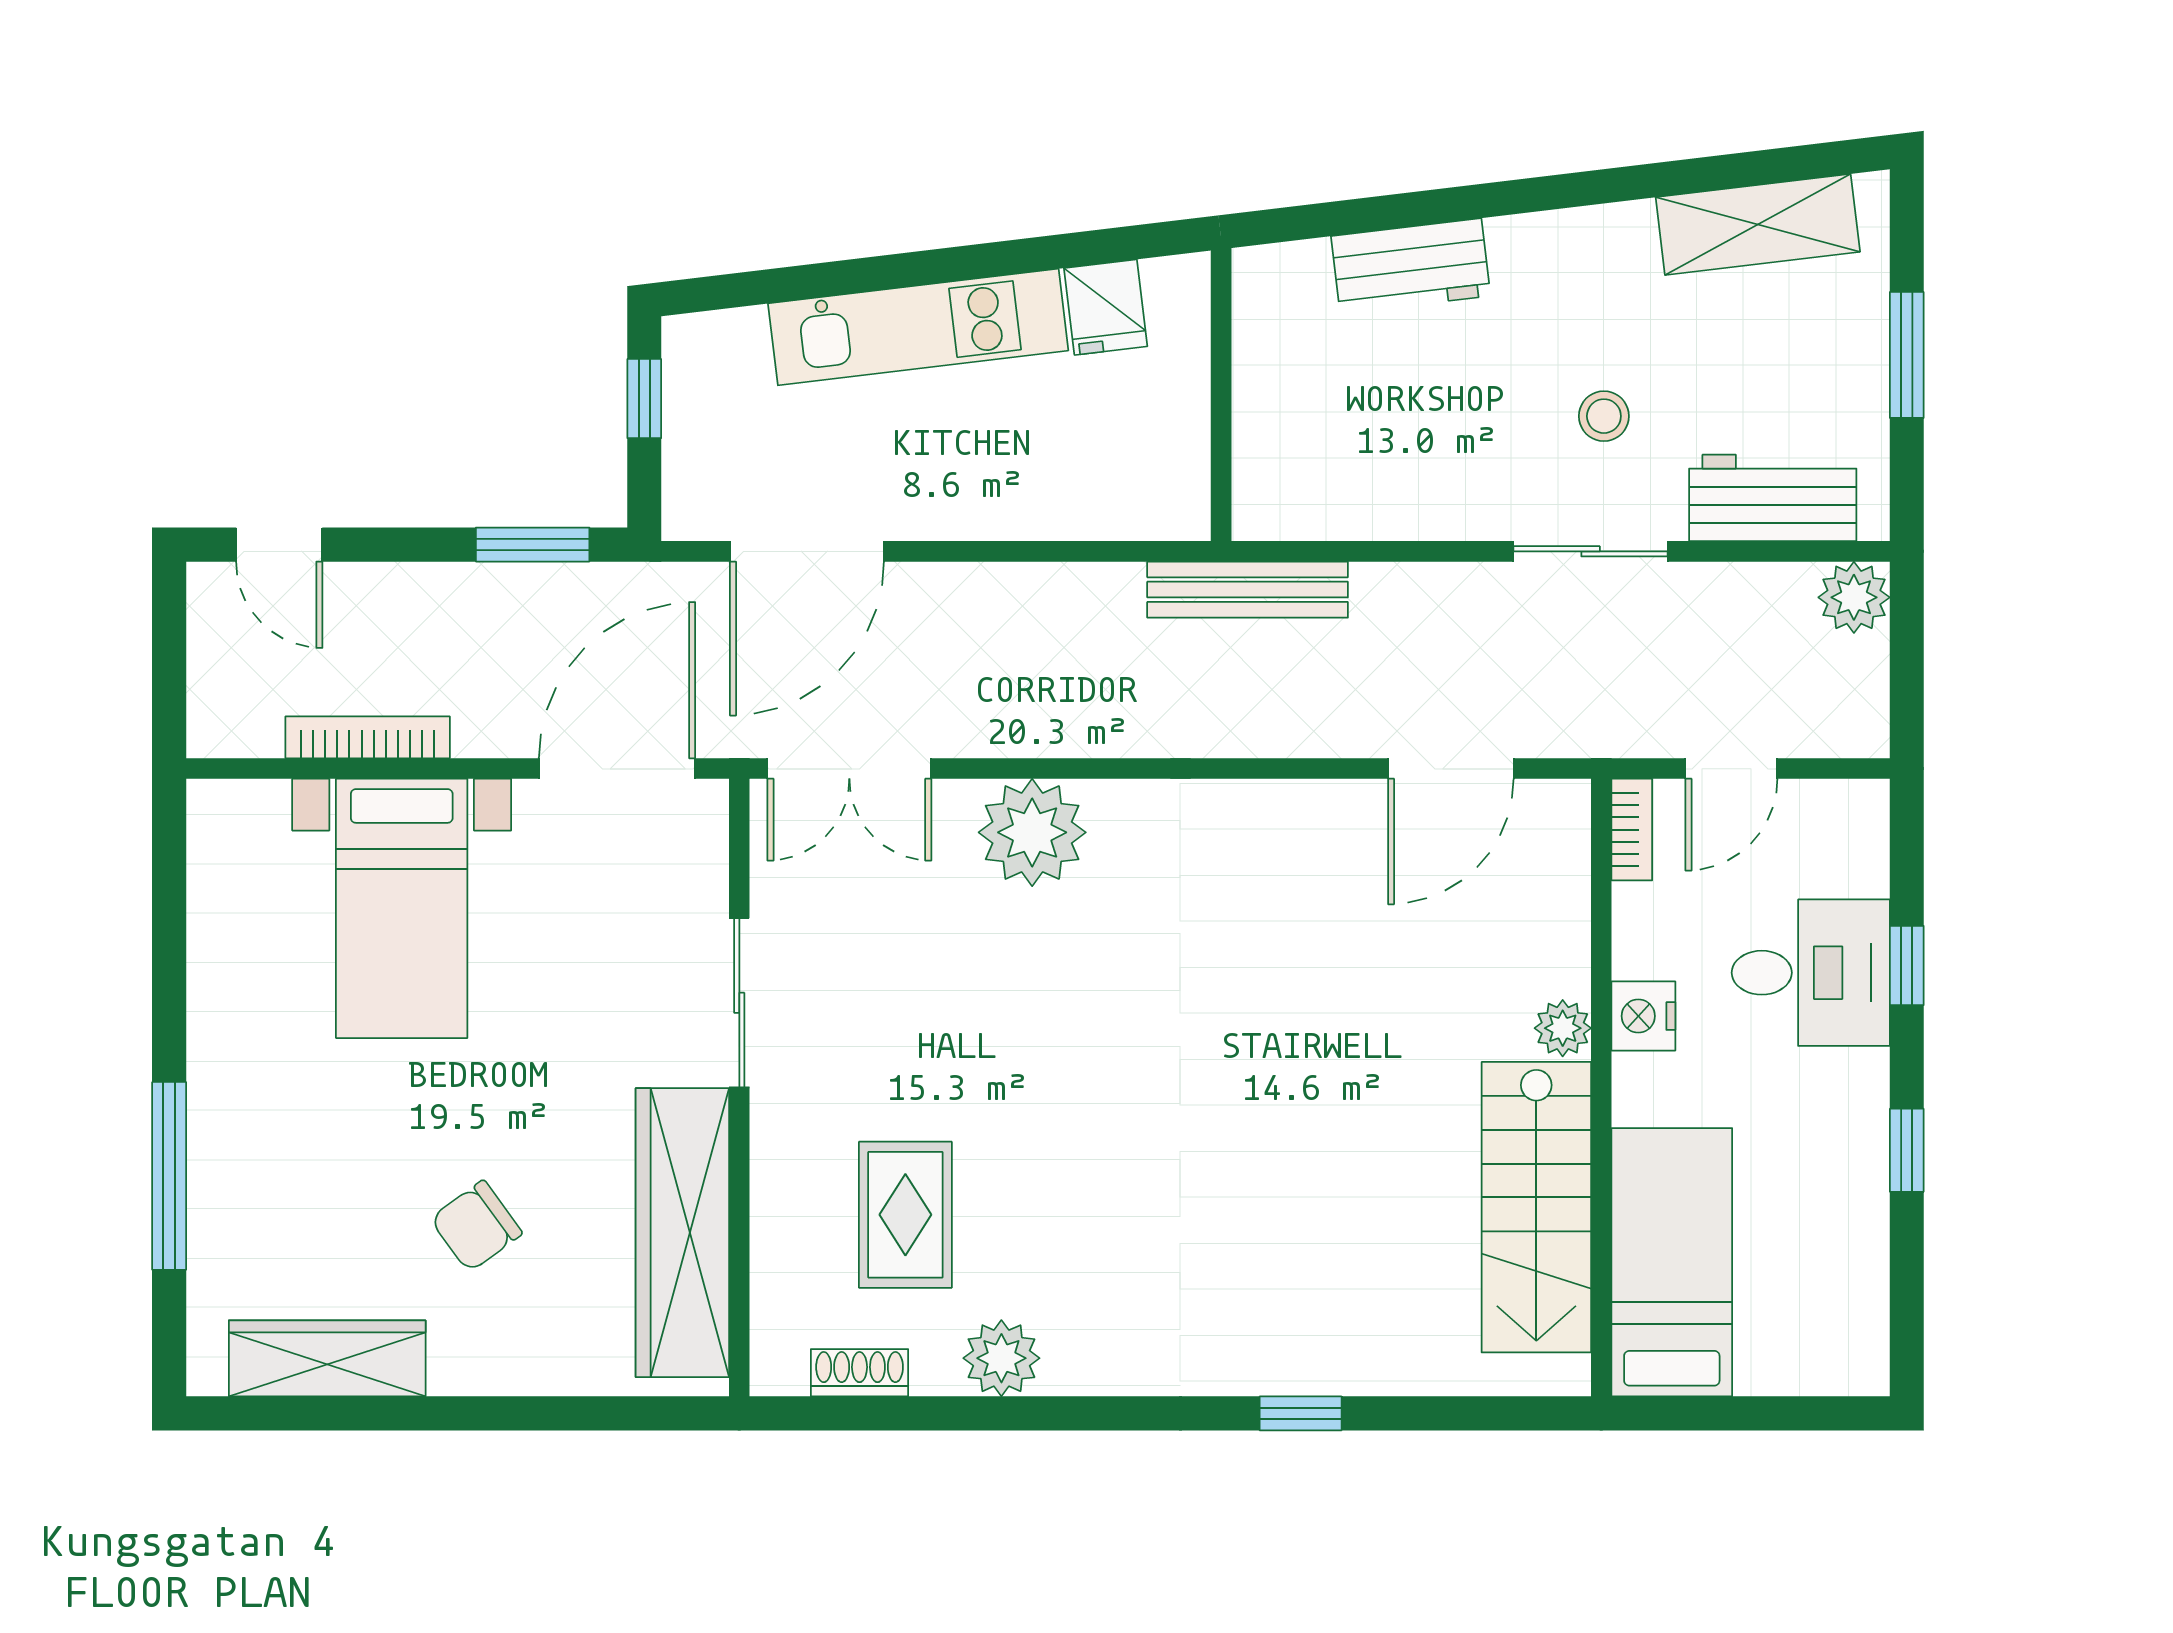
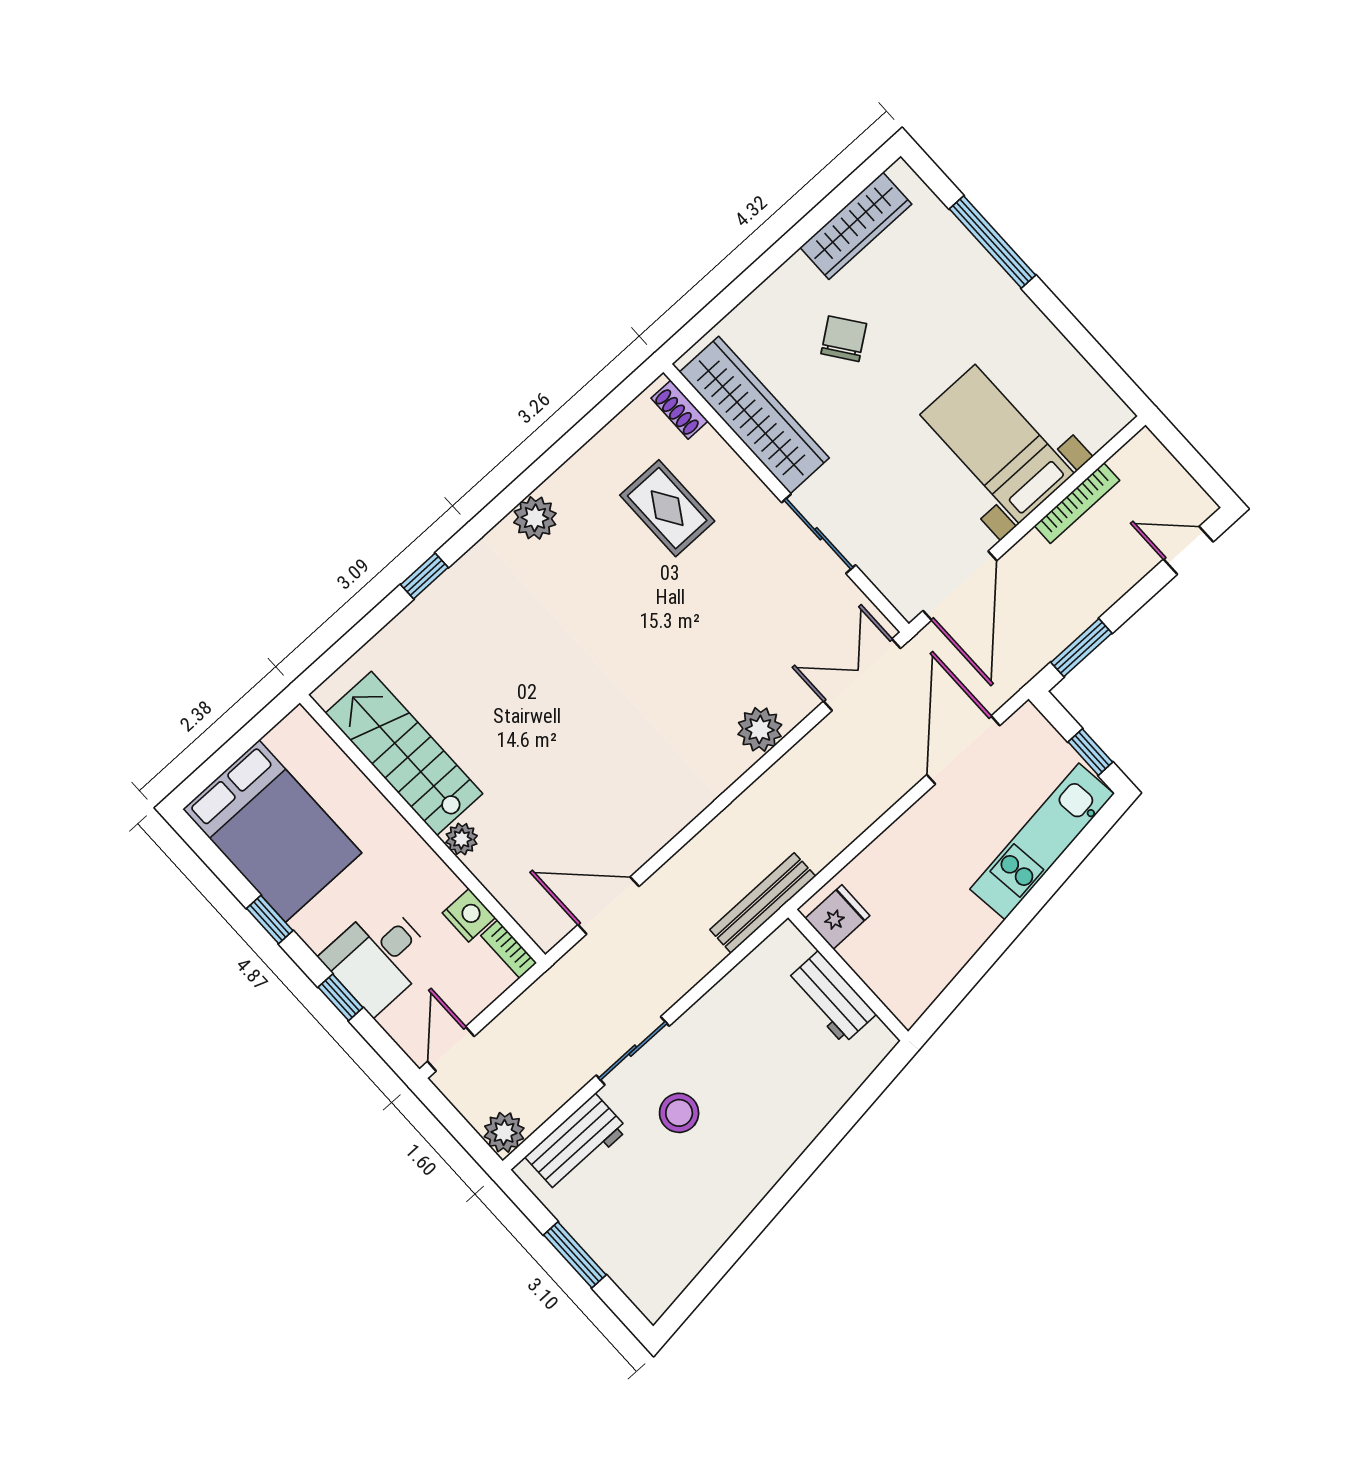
shelving: (1758, 225) -> (688, 1253), removed
workbench: (1411, 266) -> (831, 997), moved, turned -83
fridge: (1106, 307) -> (837, 917), moved, turned 97
kitchen unit: (918, 327) -> (1042, 841), moved
stool: (1604, 416) -> (679, 1113), width x1.37, depth x1.37
door: (1451, 769) -> (608, 906), hinge flipped
door: (1731, 769) -> (451, 1049), moved
plant: (1032, 832) -> (760, 729), width x0.73, depth x0.73
nightstand: (1643, 1016) -> (469, 915), moved
bed: (1672, 1262) -> (272, 831), moved, width x1.50
plant: (1001, 1358) -> (535, 518), moved
shoe rack: (860, 1373) -> (680, 410), moved, turned 90

